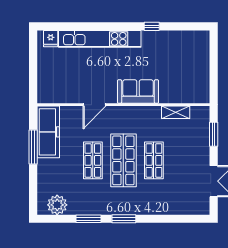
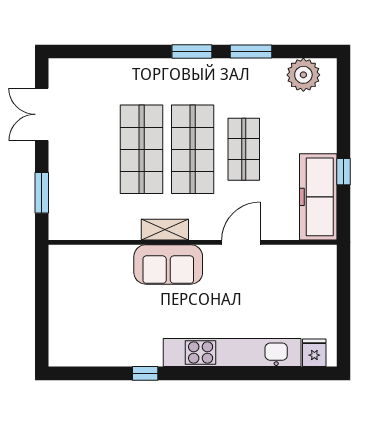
shelving: (176, 112) -> (165, 230), moved
window: (33, 147) -> (344, 172), width x0.46
shop shelf: (154, 160) -> (142, 149), width x1.43, depth x1.36

